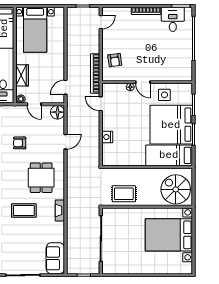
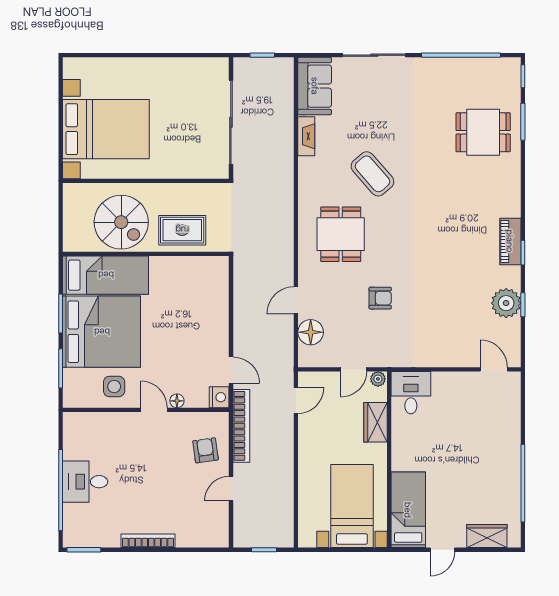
desk: (173, 19) -> (85, 482), moved, turned 90
door: (101, 22) -> (231, 489), moved
door: (34, 104) -> (354, 369), swing flipped
floor lamp: (58, 112) -> (311, 332), moved
nightstand: (107, 137) -> (219, 397), moved
spiral stairs: (176, 189) -> (121, 222), moved
rug: (124, 194) -> (182, 230), moved
fireplace: (60, 210) -> (306, 136), moved
coffee table: (24, 211) -> (372, 174), turned 49

